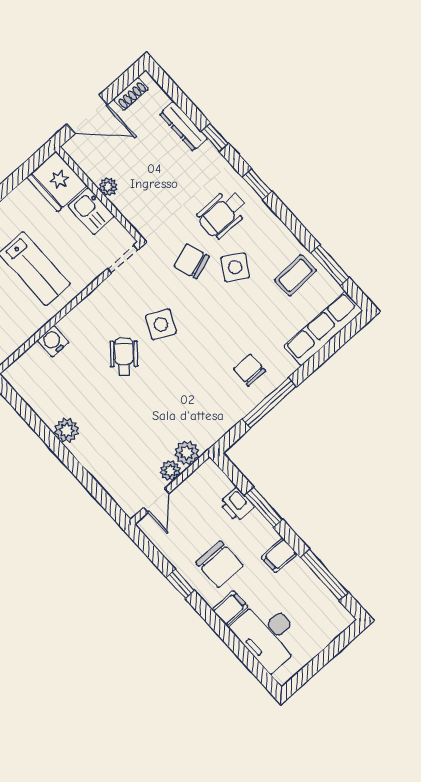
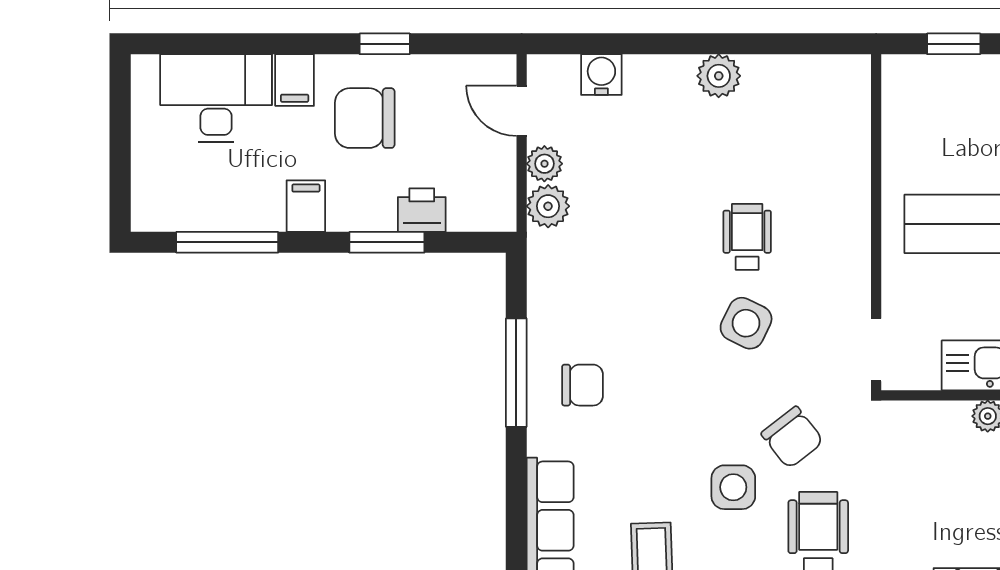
chair: (192, 261) -> (792, 437), turned 71
side table: (235, 267) -> (733, 487), turned -32
water cooler: (53, 341) -> (601, 75), moved, turned -90
wheelchair: (124, 357) -> (747, 237), turned -131

